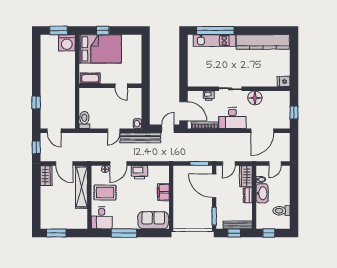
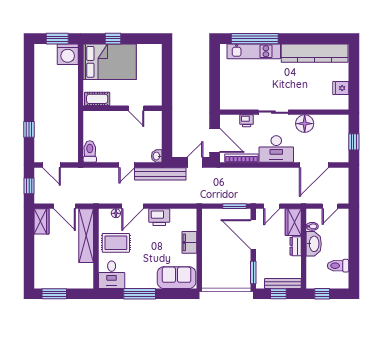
fridge: (284, 81) -> (341, 88), moved

